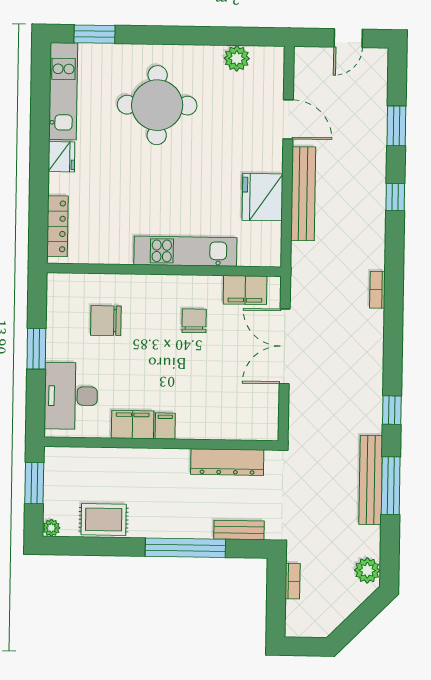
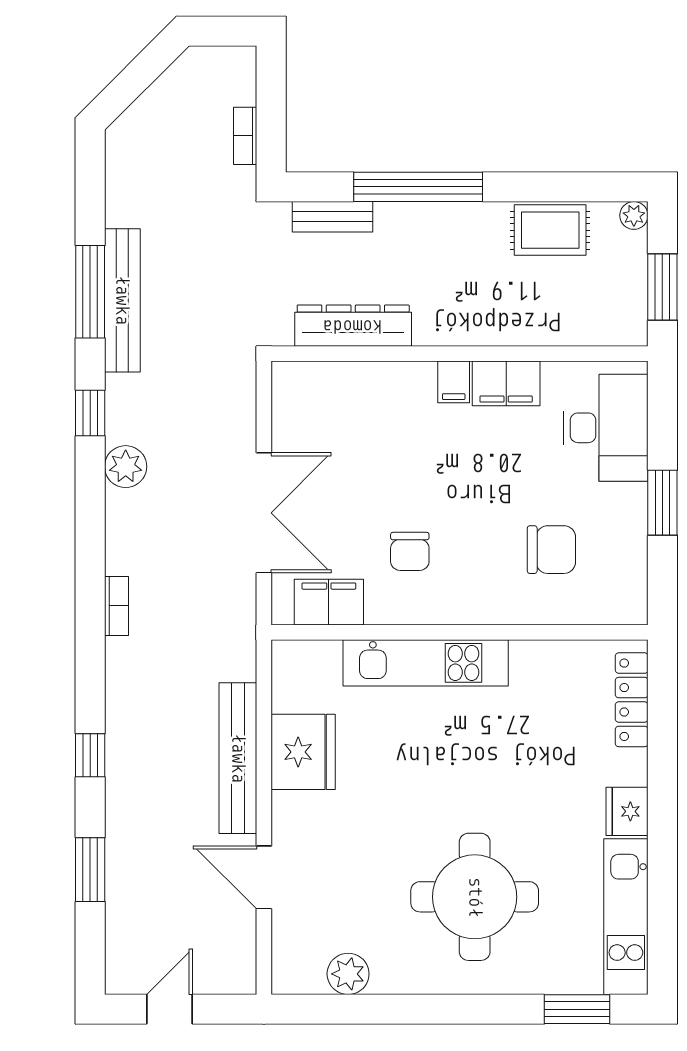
plant: (367, 570) -> (126, 467), moved

